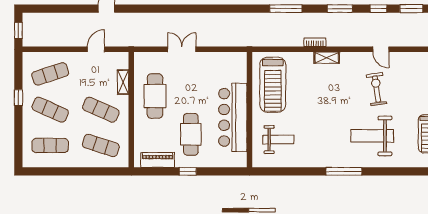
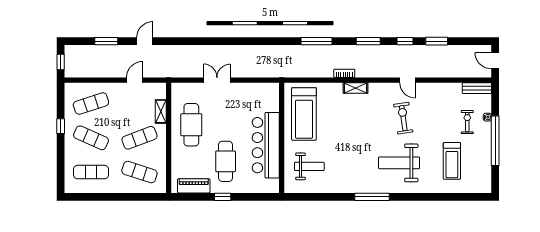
window: (66, 9) -> (106, 41), added
exercise mat: (101, 110) -> (139, 138), turned -45

